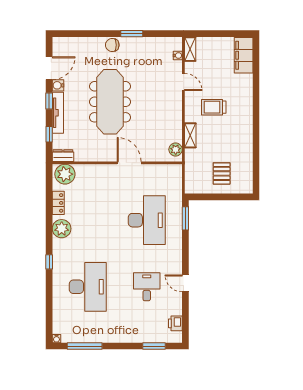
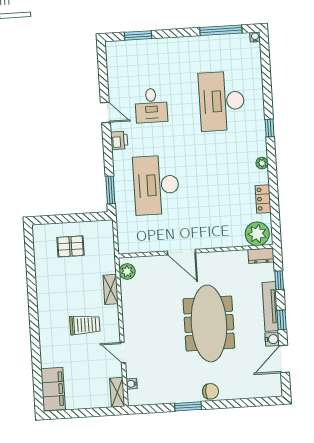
pallet: (222, 173) -> (71, 246), turned 90
plant: (62, 229) -> (262, 163), width x0.53, depth x0.53
printer: (175, 323) -> (119, 140), moved

